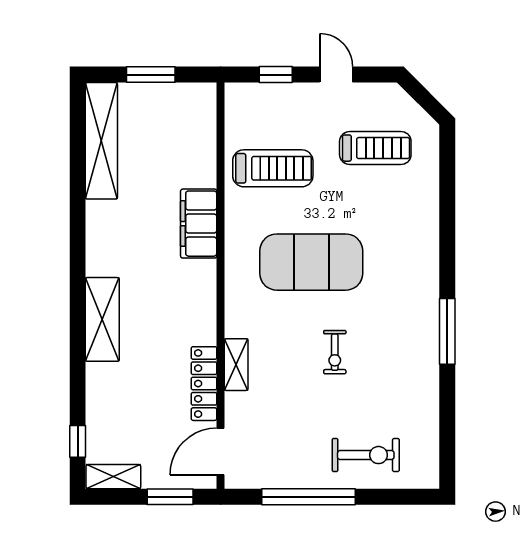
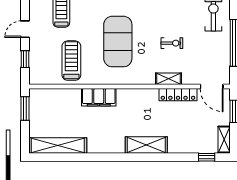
window: (151, 75) -> (25, 108), moved
exercise bike: (335, 352) -> (172, 43), moved

